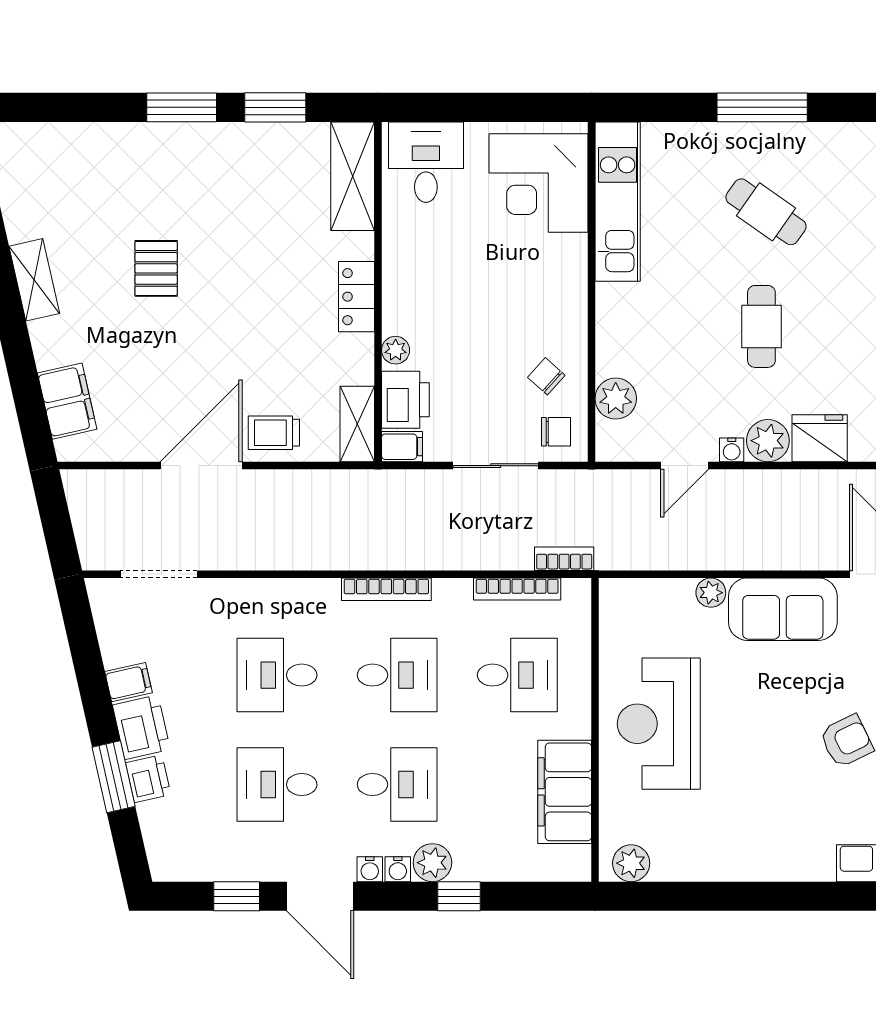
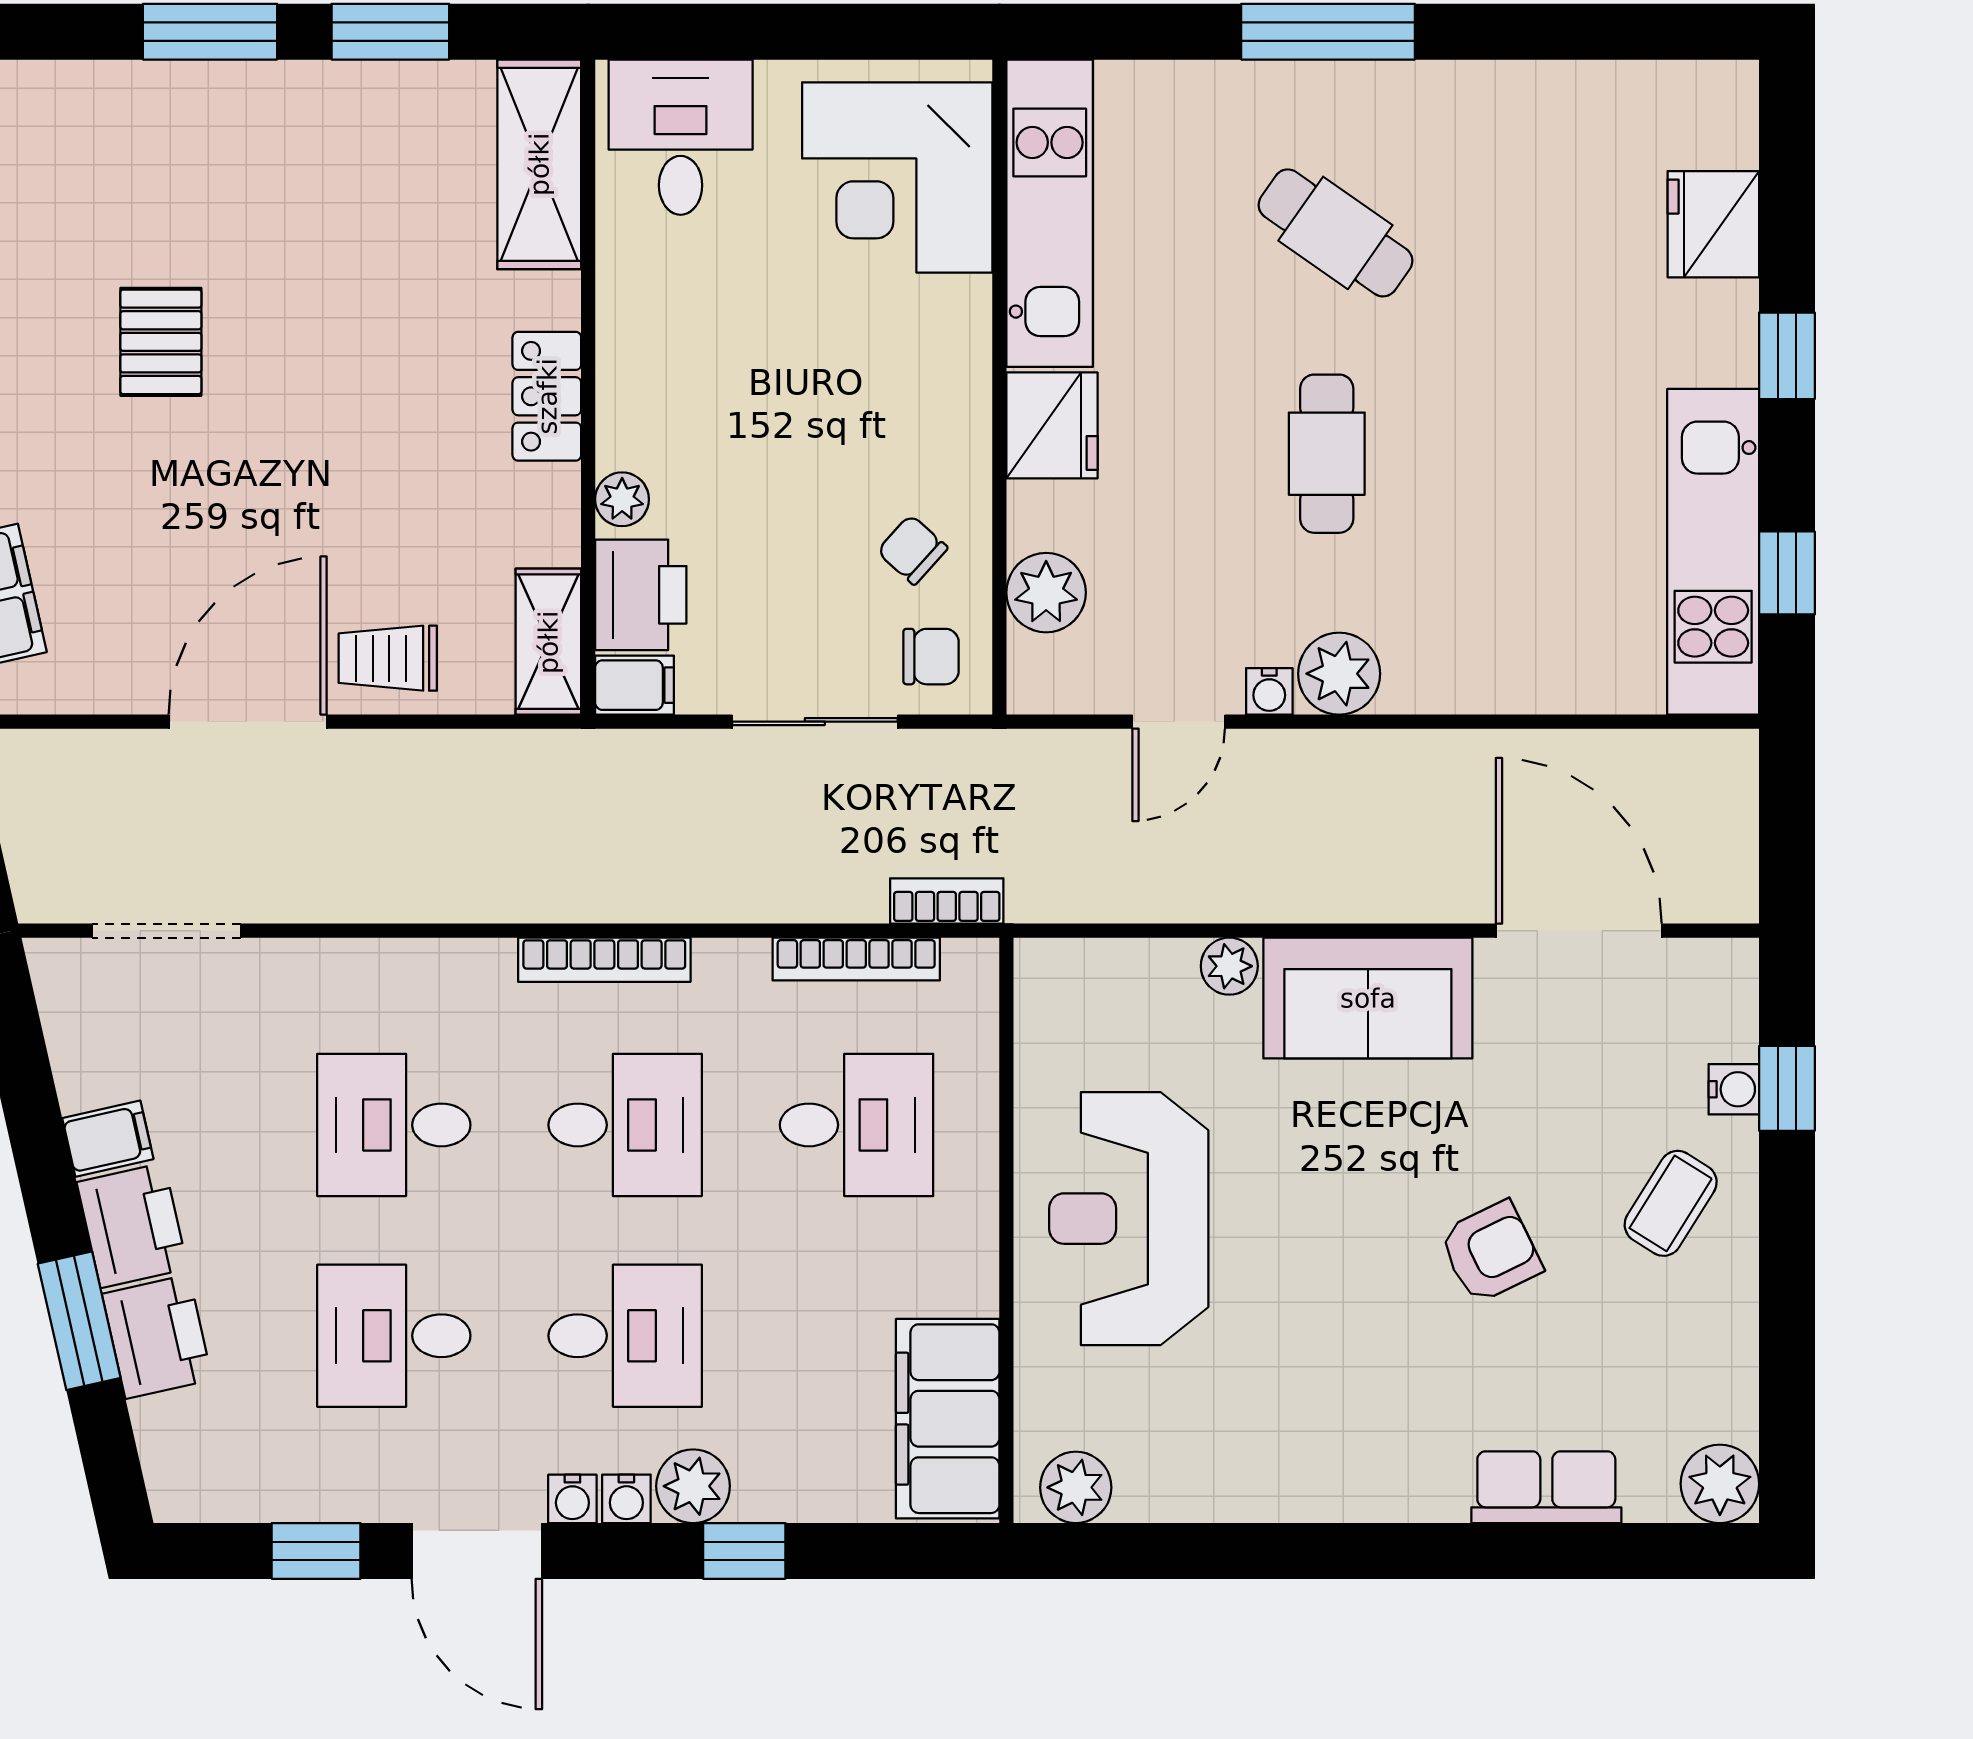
fridge: (820, 438) -> (1052, 425), moved, turned 90
printer: (148, 779) -> (157, 1337), width x1.36, depth x1.24
filing cabinet: (565, 792) -> (948, 1419), moved

